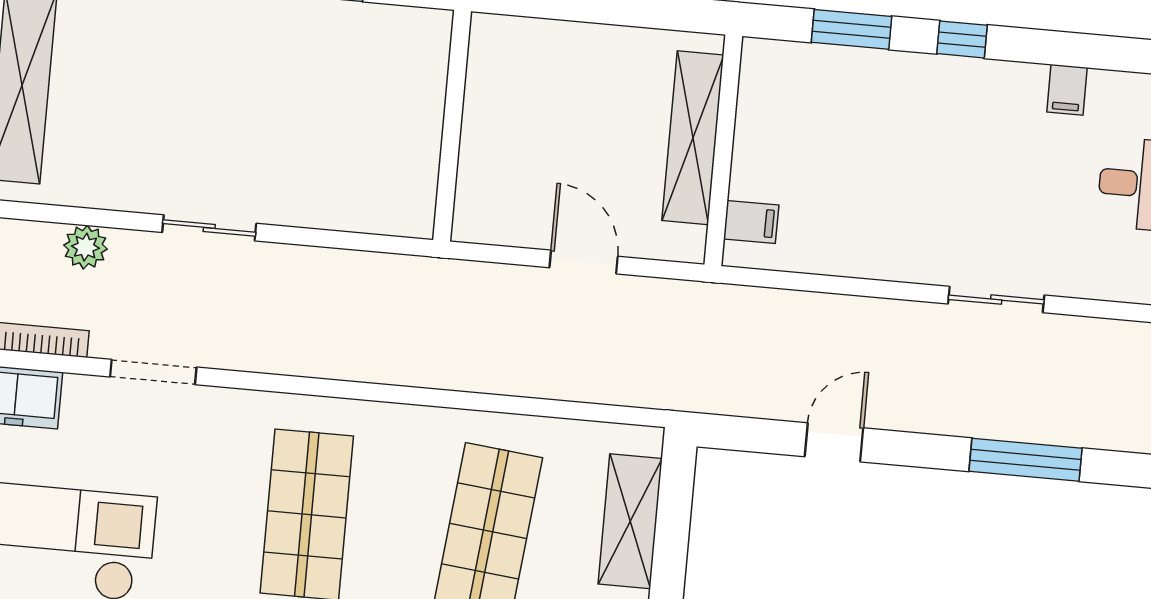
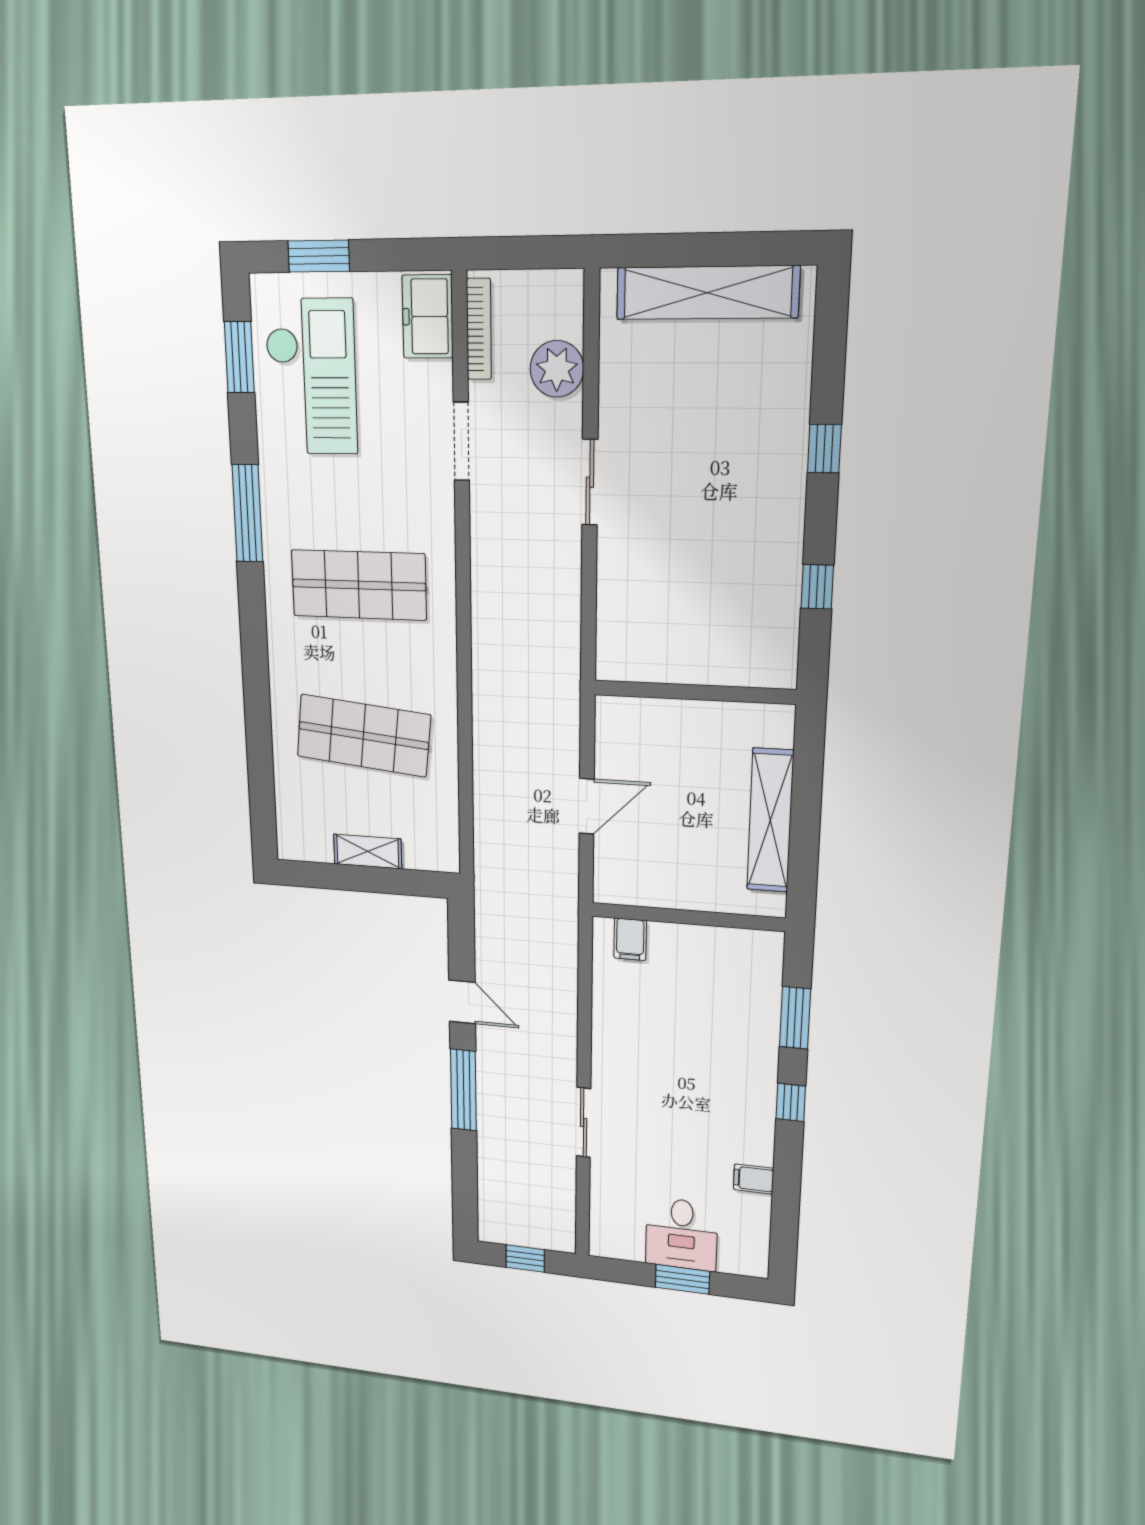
shelving: (693, 138) -> (770, 820), moved, turned 90
plant: (85, 247) -> (557, 369), width x1.36, depth x1.36
window: (1026, 460) -> (463, 1090), moved
shelving: (630, 521) -> (368, 851), width x0.67, depth x0.75

